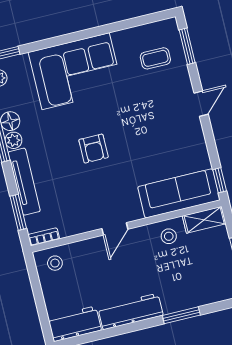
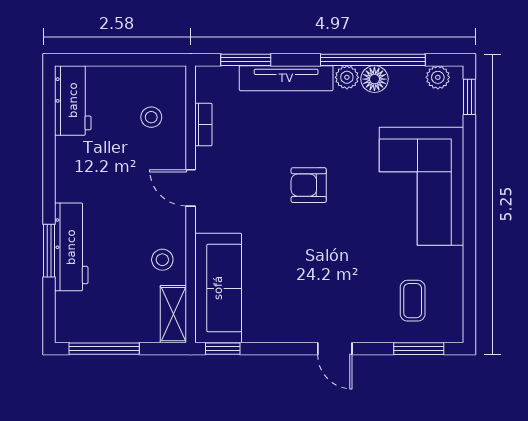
bookcase: (44, 237) -> (203, 125), moved
stool: (55, 263) -> (151, 117), moved
workbench: (131, 311) -> (71, 247), moved

